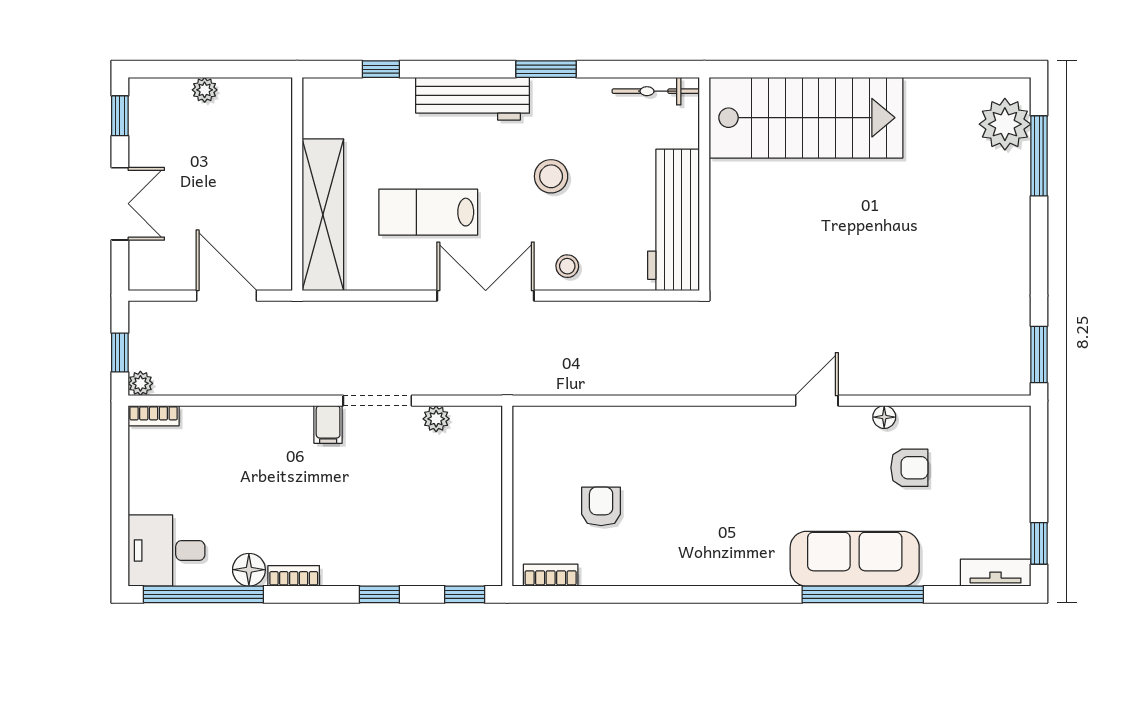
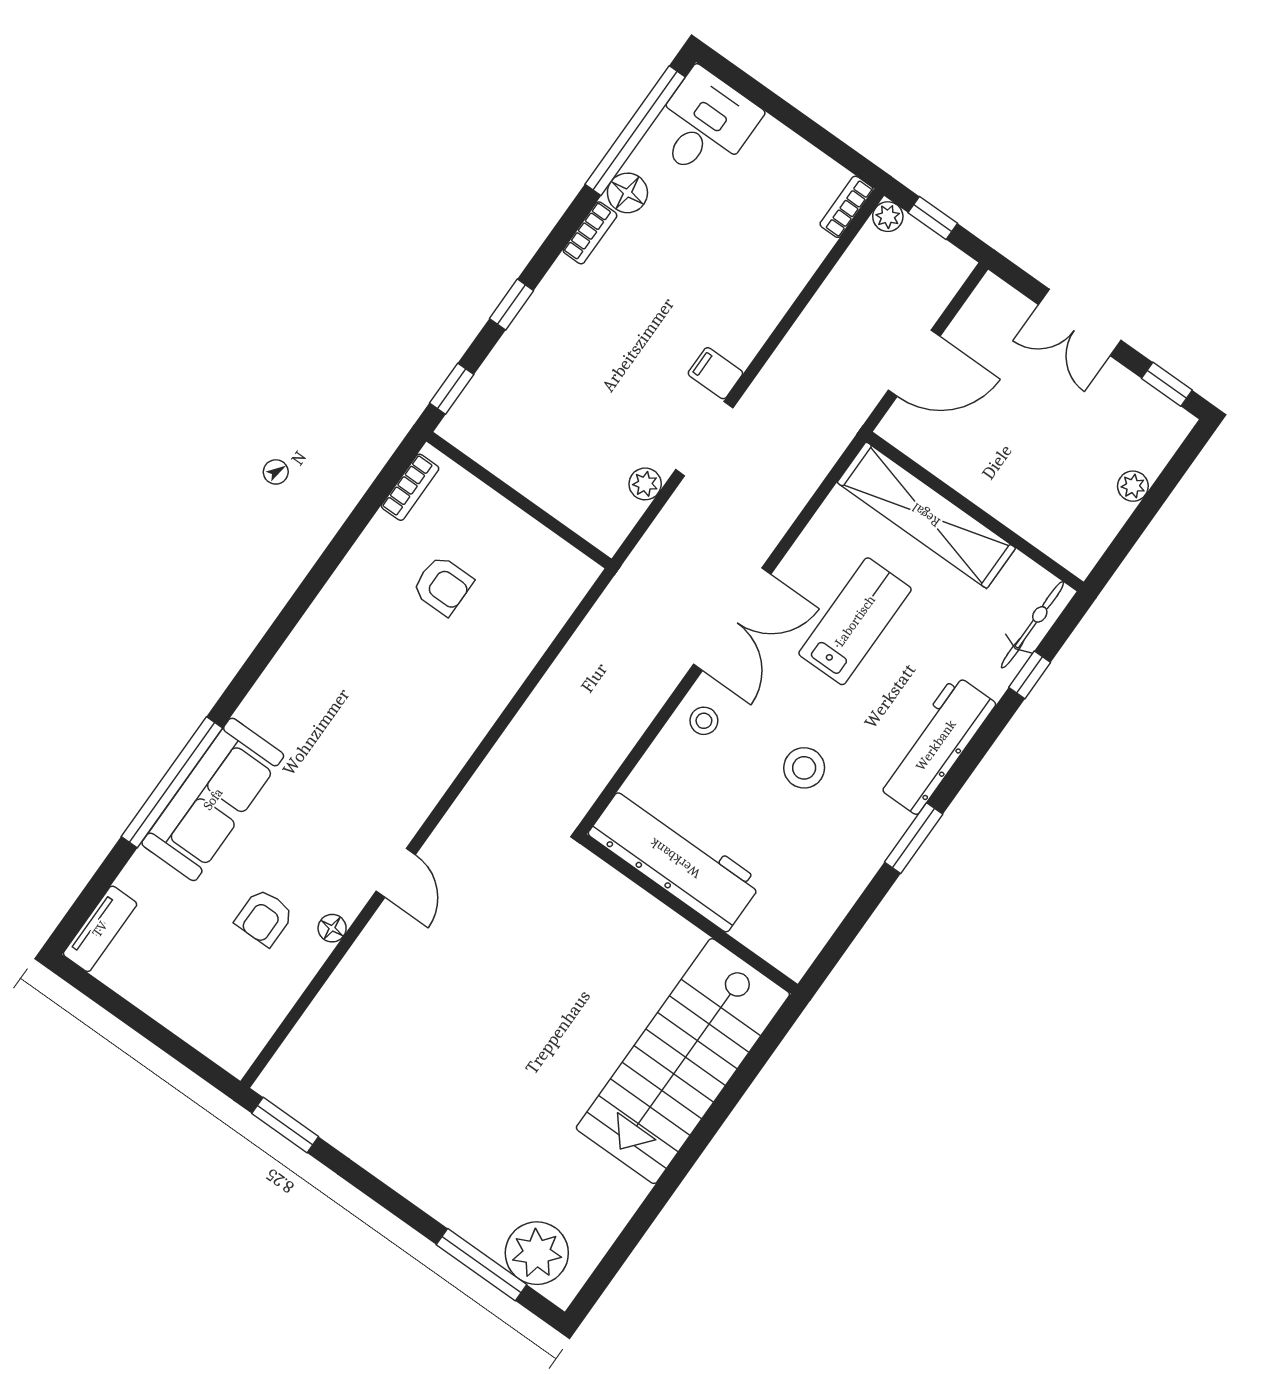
bicycle: (656, 91) -> (1032, 625), moved
window: (1039, 543) -> (98, 992), removed

